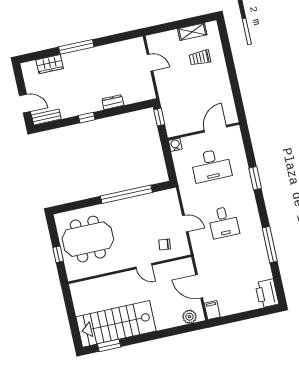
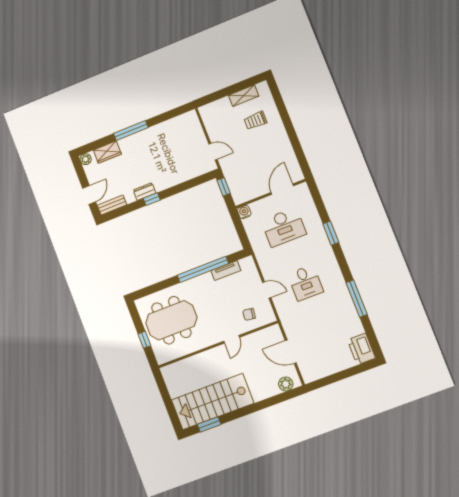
door: (150, 63) -> (213, 152), moved
plant: (27, 68) -> (86, 159), added
dresser: (113, 102) -> (145, 192), moved
door: (25, 104) -> (89, 195), hinge flipped
tv unit: (149, 199) -> (226, 271), added
door: (144, 266) -> (232, 339), hinge flipped
filing cabinet: (212, 310) -> (308, 374), removed

